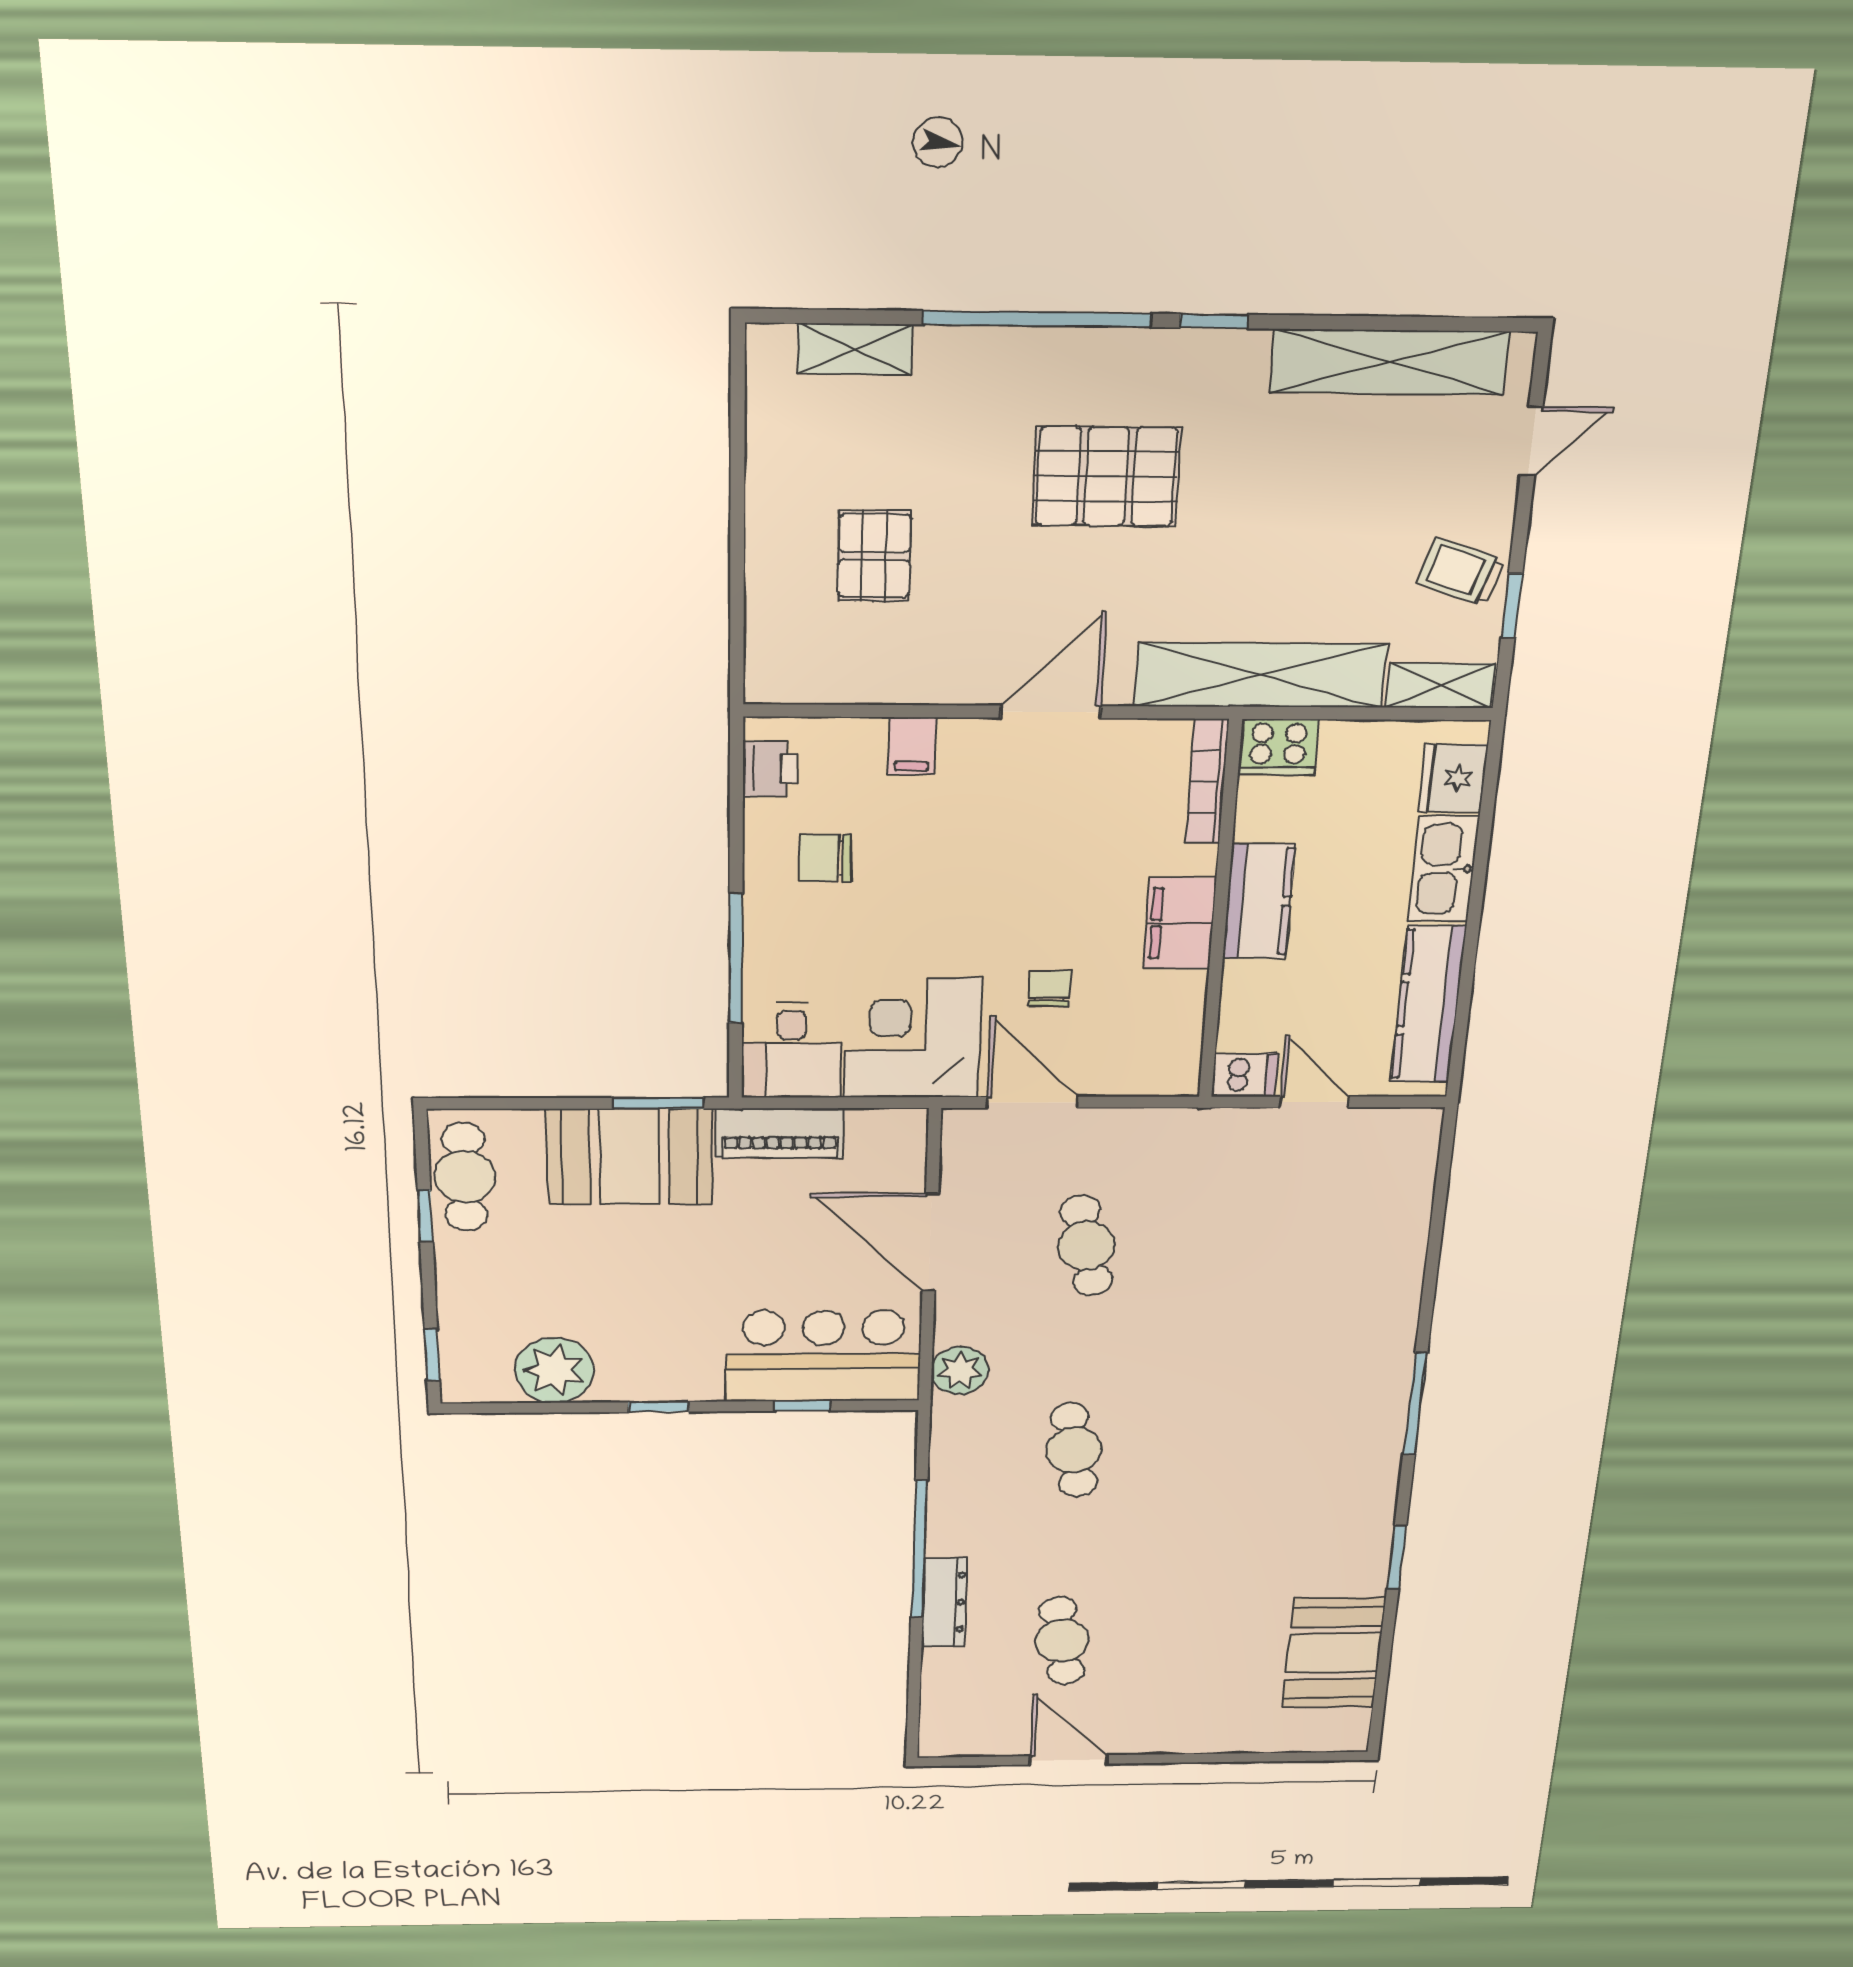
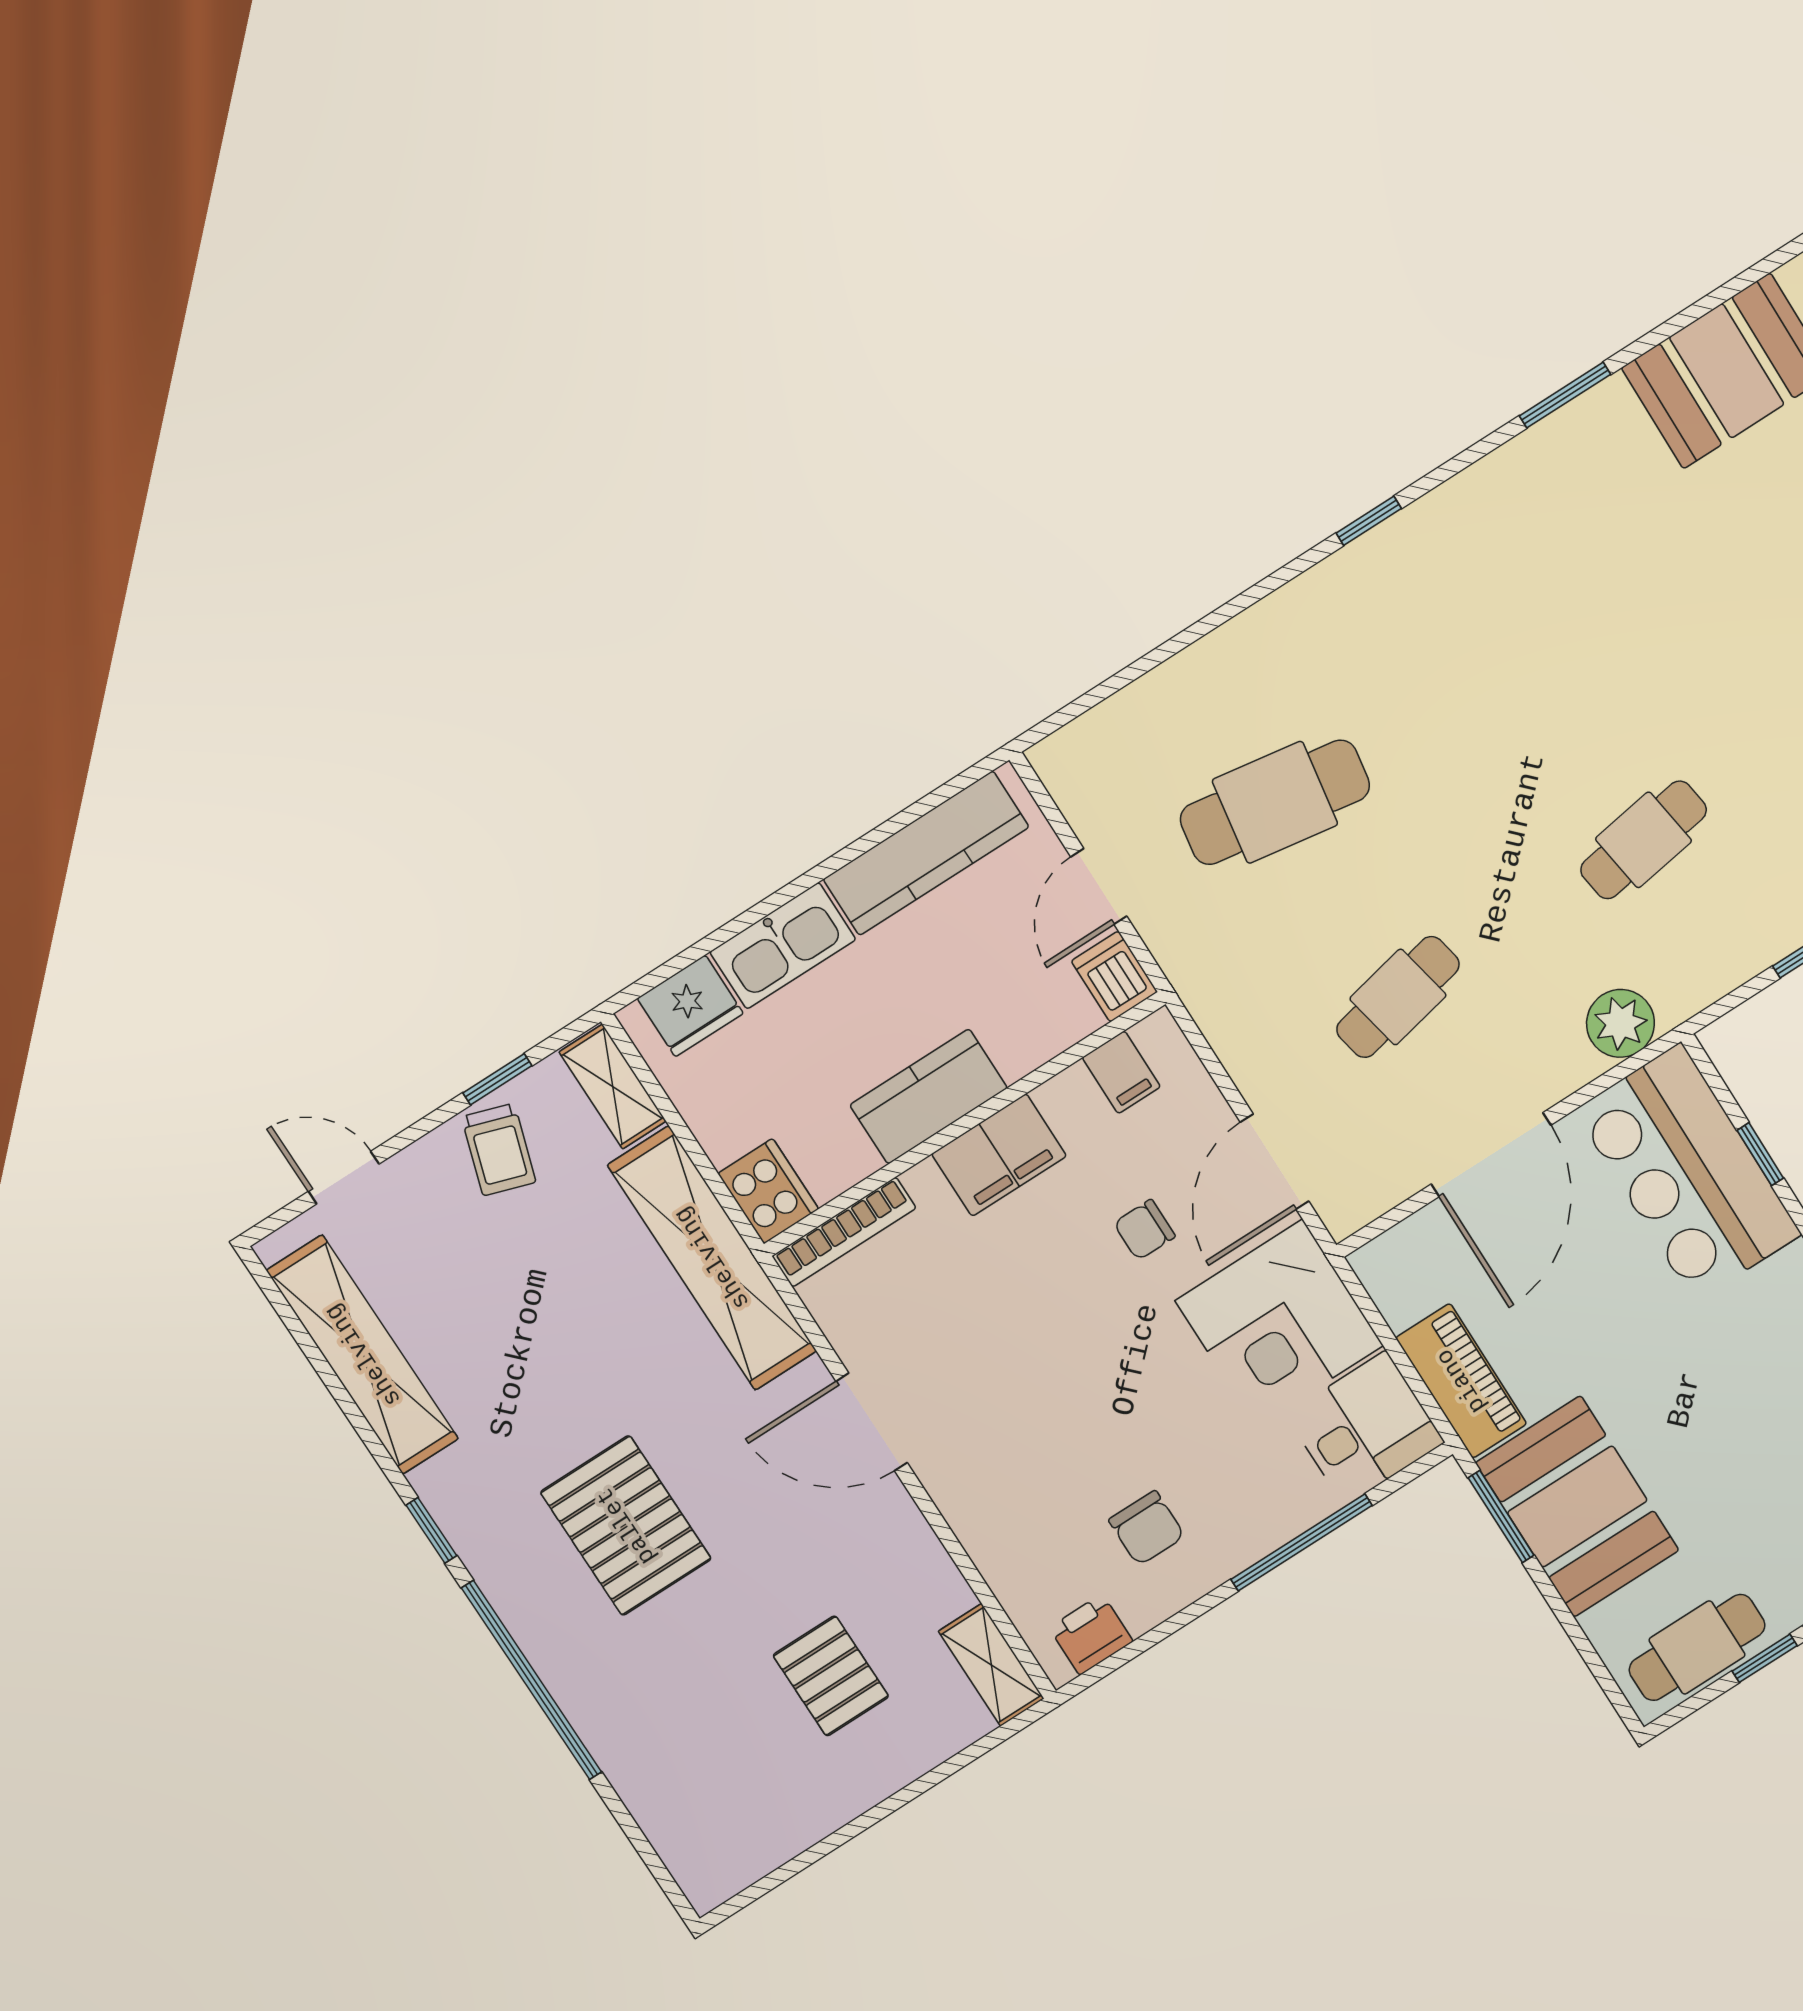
shelving: (855, 349) -> (991, 1665), moved
pallet: (874, 556) -> (831, 1676), turned 90
filing cabinet: (912, 746) -> (1121, 1072), moved, turned 90
cafe table: (1280, 1245) -> (1275, 802), added
window: (1415, 1404) -> (1369, 521), width x0.46

